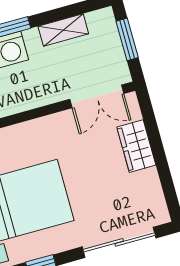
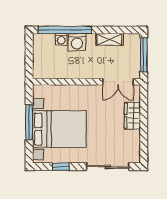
window: (127, 39) -> (144, 55), width x1.44

